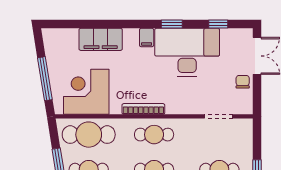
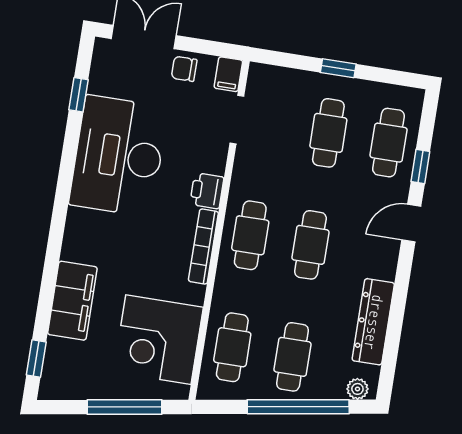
window: (172, 24) -> (36, 358), moved
filing cabinet: (147, 37) -> (228, 74), moved, turned 90
printer: (175, 106) -> (207, 191), added
cafe table: (89, 135) -> (232, 347), width x0.73, depth x0.74

